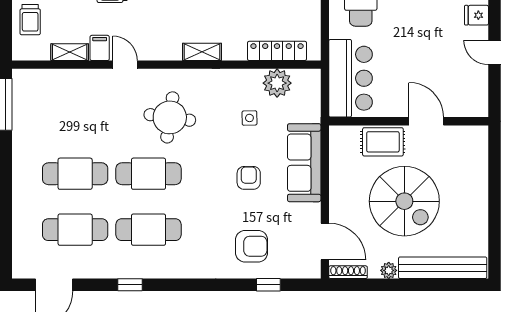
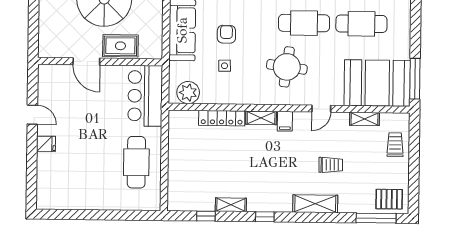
filing cabinet: (100, 48) -> (285, 121), moved
locker: (277, 51) -> (222, 118), moved
door: (125, 65) -> (321, 109), hinge flipped
plant: (277, 83) -> (188, 93), moved
booth: (54, 98) -> (377, 83), added
armchair: (249, 178) -> (226, 34), moved, turned 180

